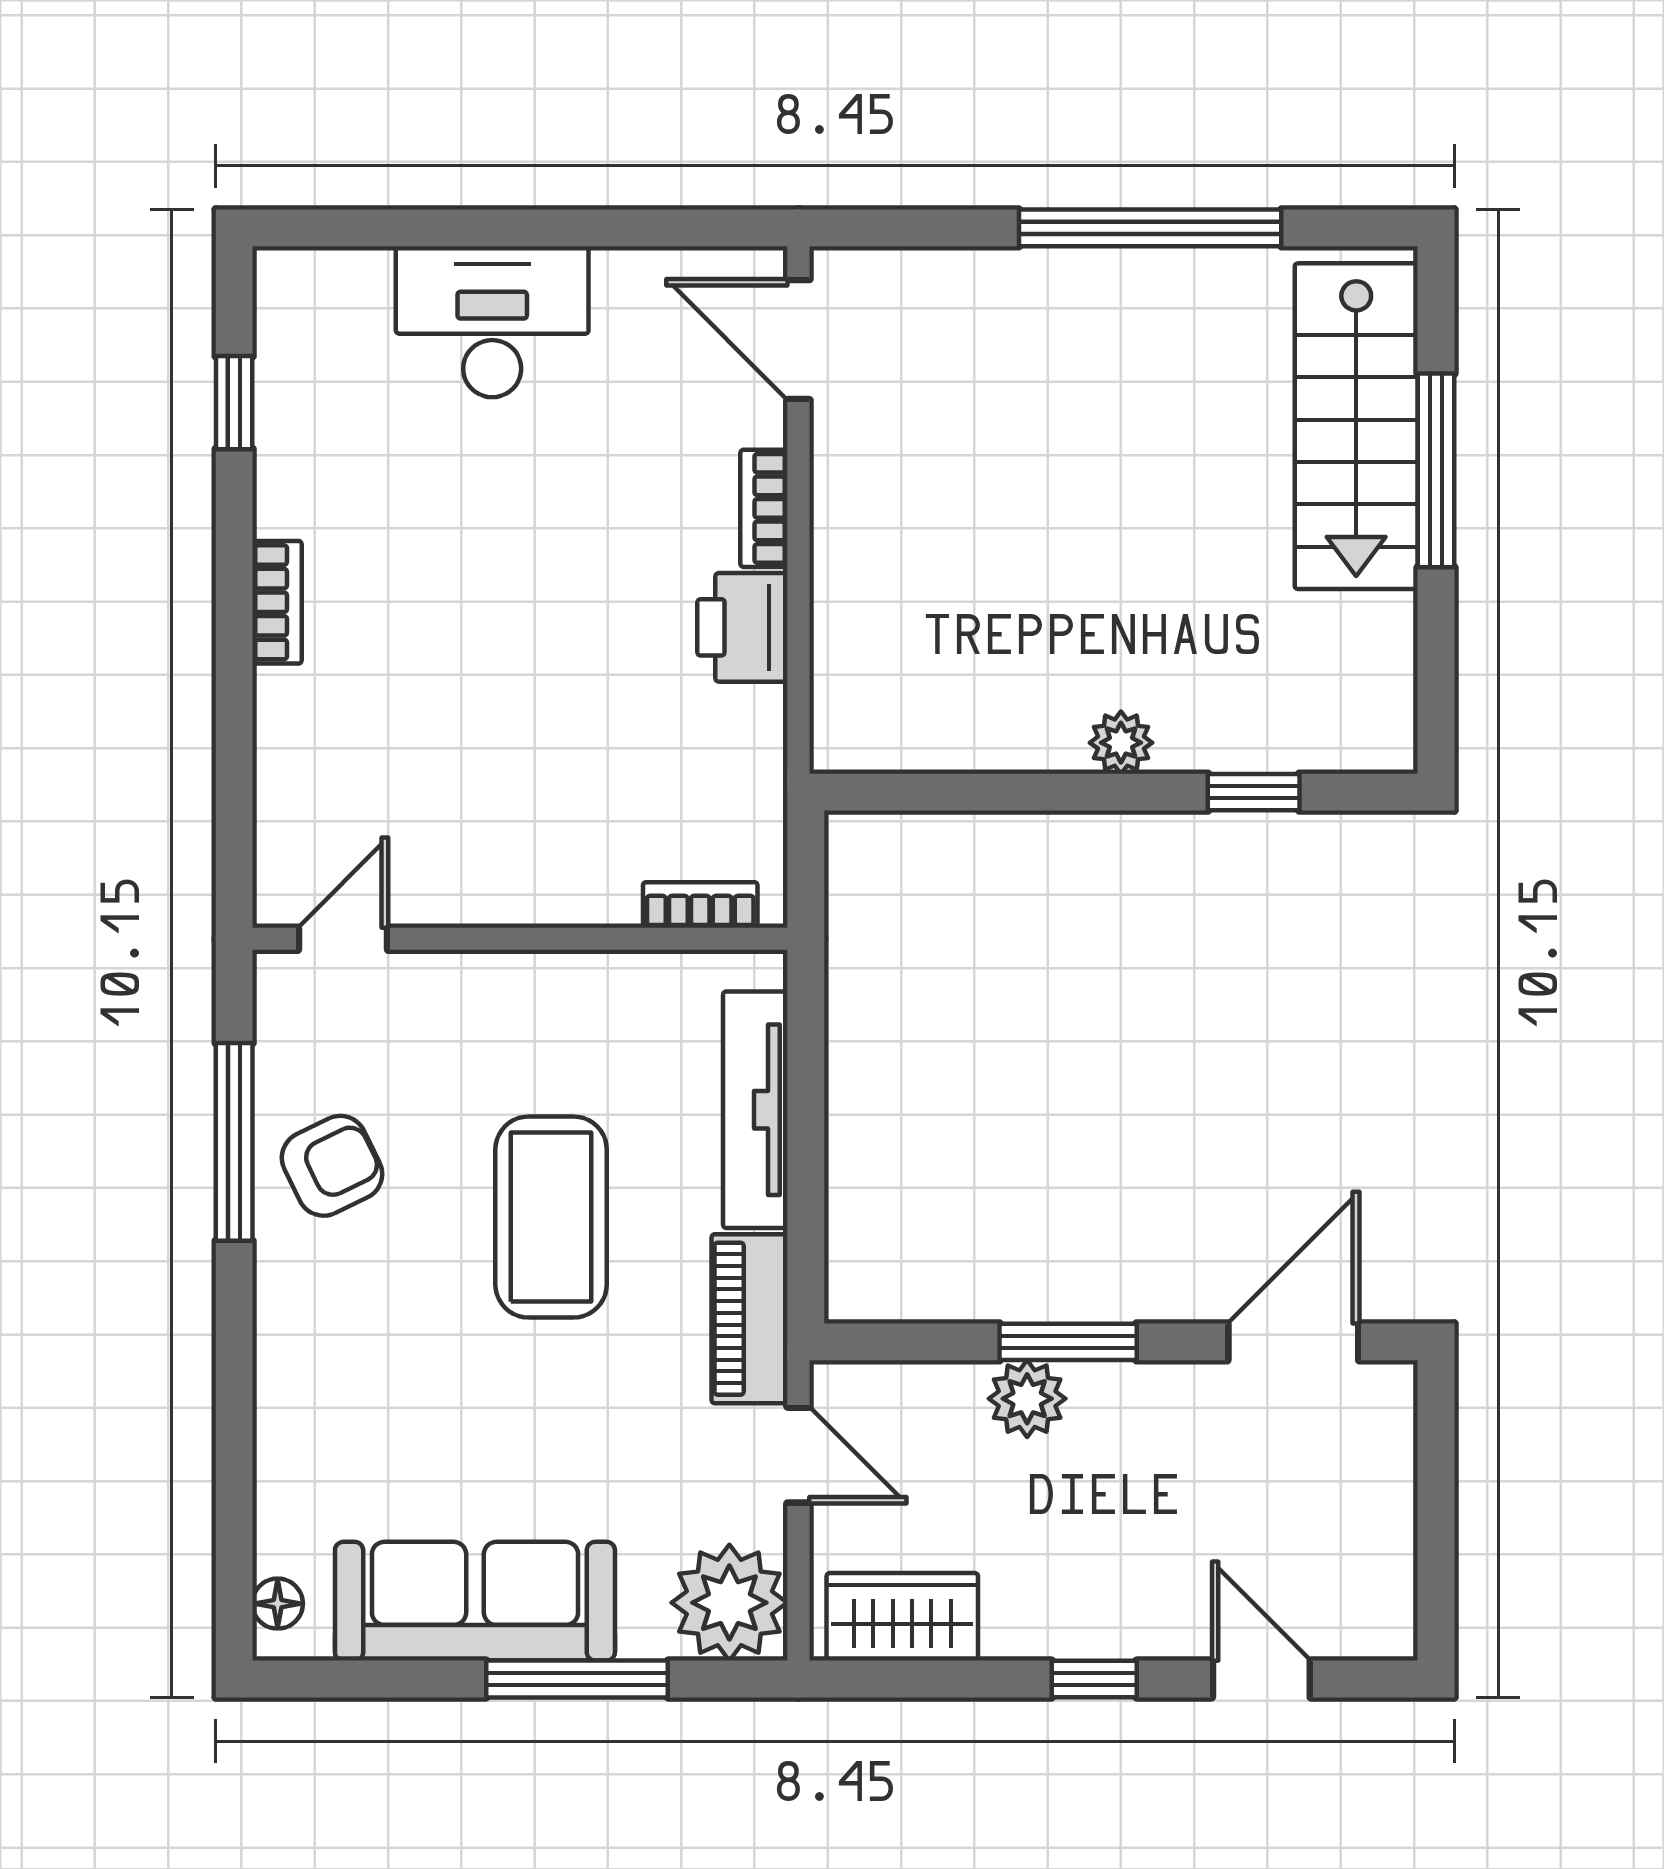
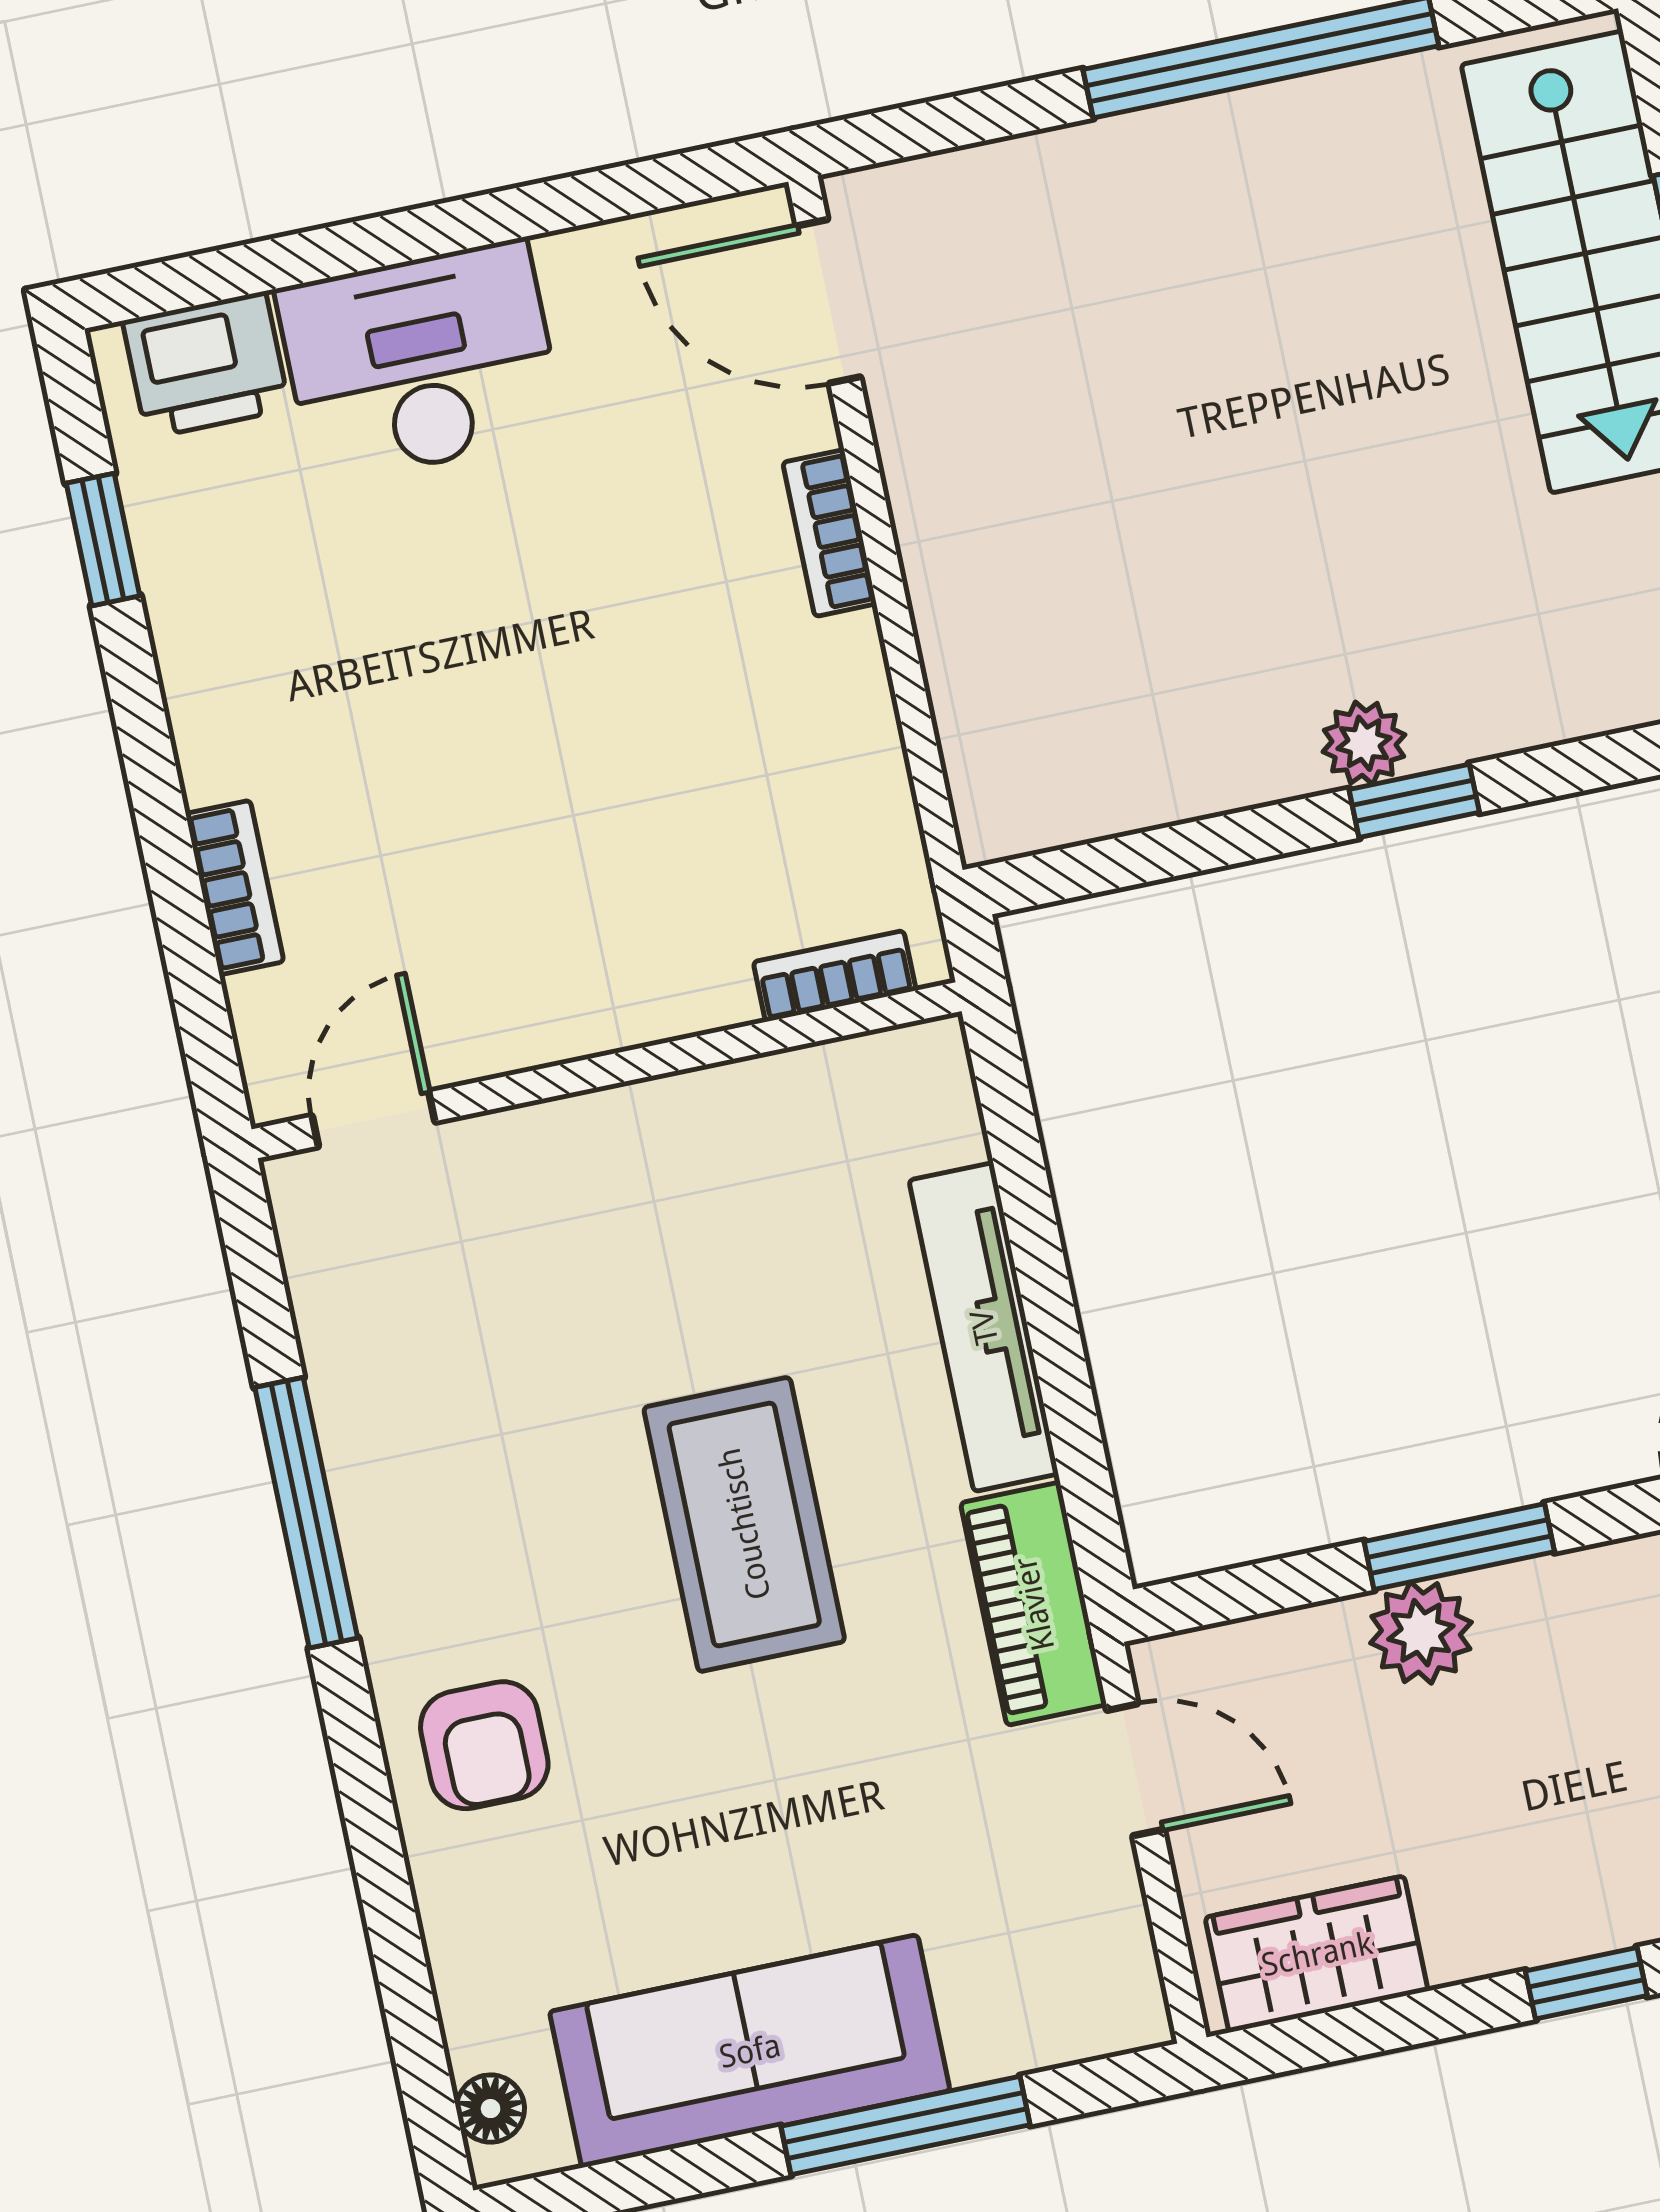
bookcase: (277, 602) -> (235, 888), moved
printer: (742, 627) -> (206, 365), moved, turned -90
window: (1254, 792) -> (1414, 801), moved
bookcase: (700, 905) -> (835, 976), moved
door: (343, 939) -> (374, 1119), moved
wall: (520, 939) -> (607, 1070), moved
armchair: (332, 1166) -> (484, 1745), moved, turned 116
plant: (729, 1603) -> (1085, 1983), removed

